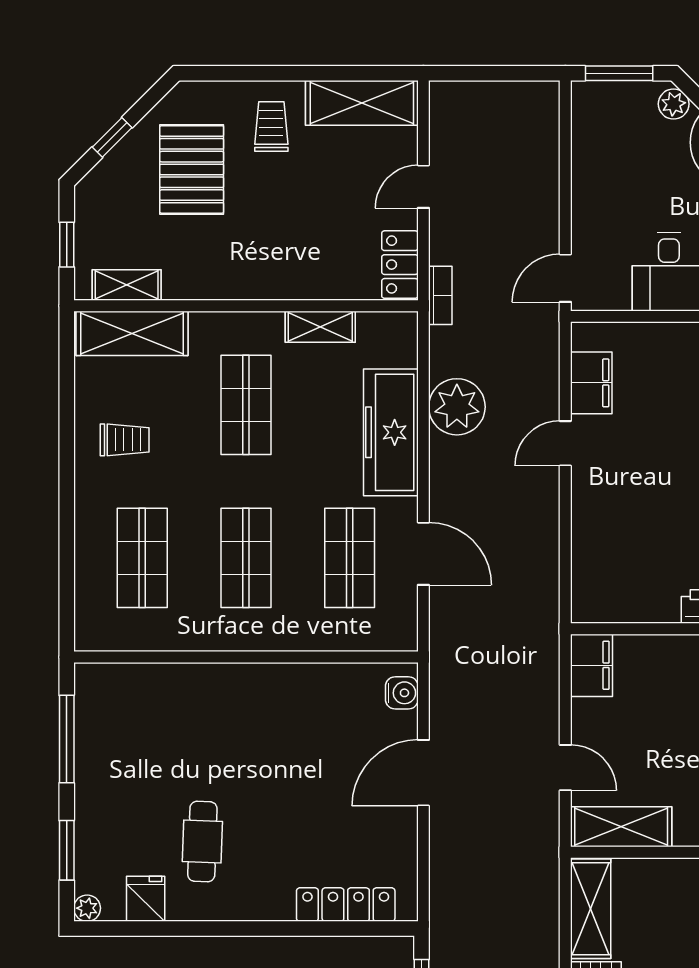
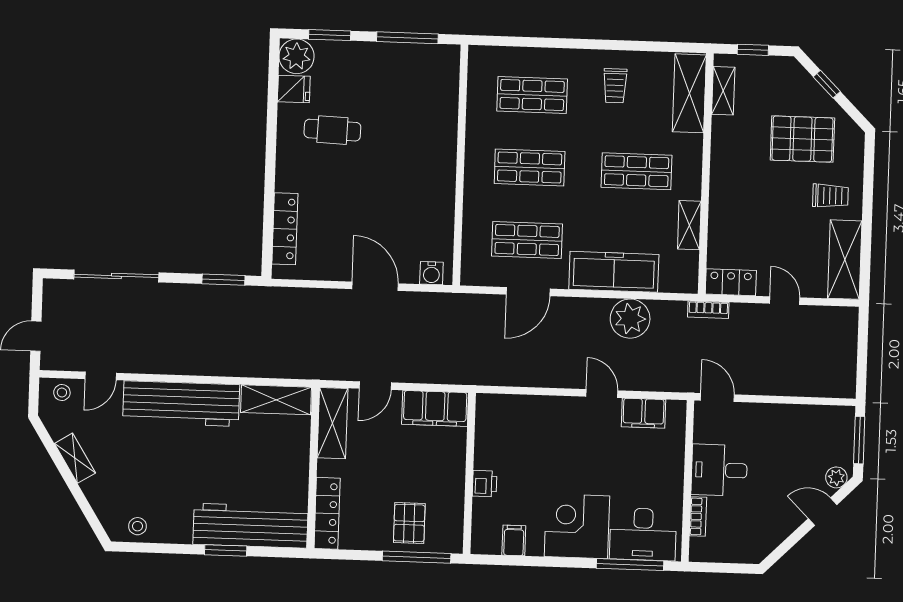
filing cabinet: (591, 665) -> (435, 408), width x1.50, depth x1.17
plant: (87, 908) -> (297, 56), width x1.88, depth x1.88

